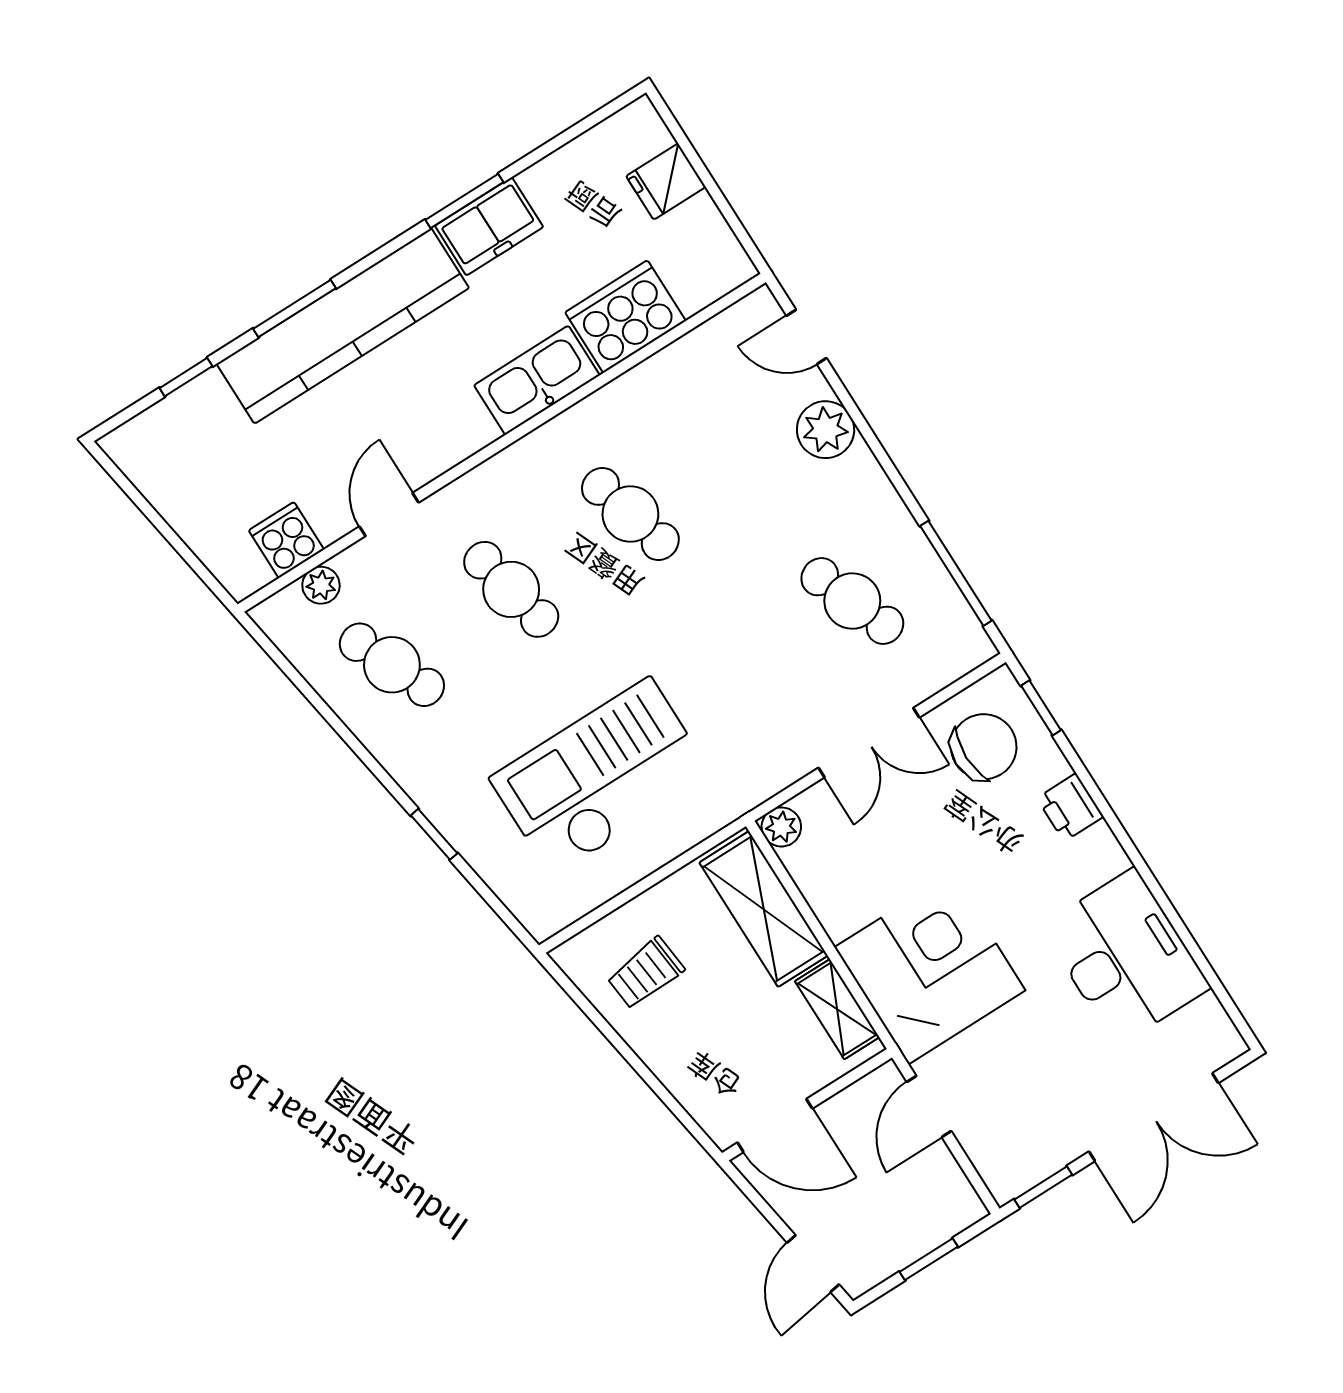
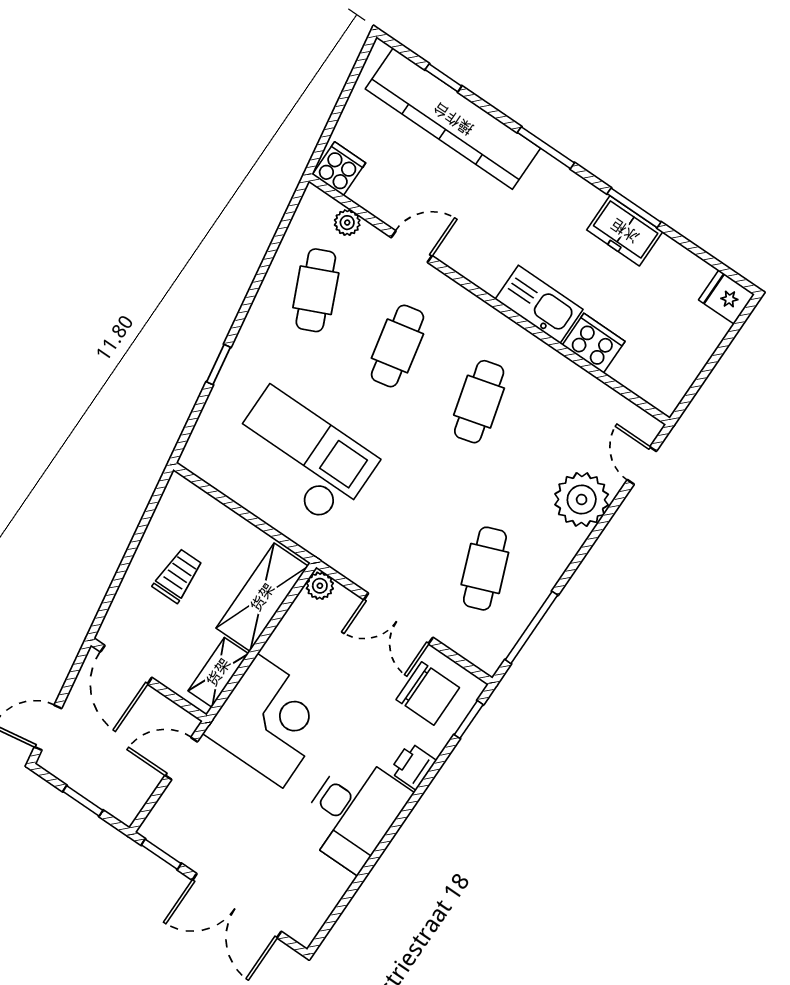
fridge: (666, 182) -> (727, 297), moved
window: (295, 308) -> (546, 148), moved
cooker: (625, 317) -> (594, 343), width x0.73, depth x0.76
kitchen counter: (343, 326) -> (453, 119), moved
plant: (826, 430) -> (582, 500), width x1.36, depth x1.36
cooker: (286, 540) -> (339, 169), moved
desk: (1126, 957) -> (353, 812), moved
trolley: (646, 973) -> (178, 576), moved, turned 96

